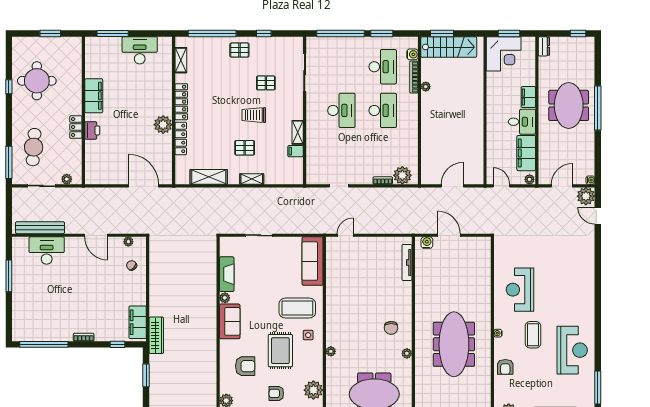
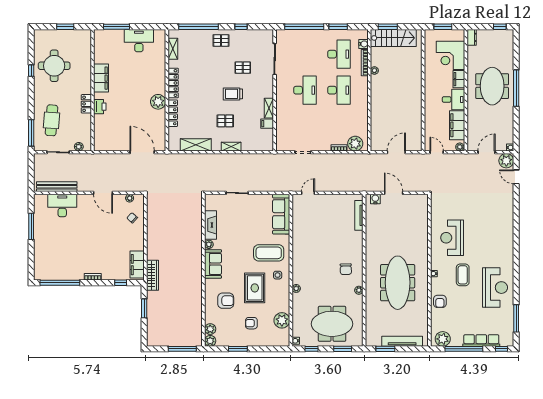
corner desk: (504, 54) -> (451, 55), moved, turned 90

